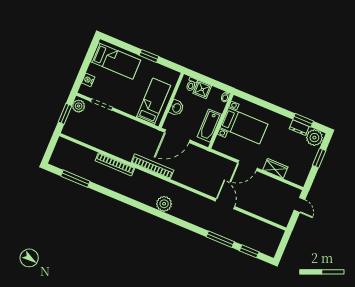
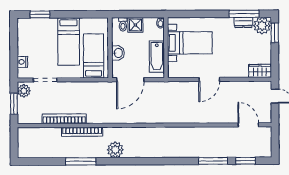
window: (149, 56) -> (40, 14), moved
bed: (116, 61) -> (69, 42), moved, turned 90
window: (303, 120) -> (244, 14), width x1.44
window: (319, 158) -> (275, 33), moved
bookcase: (152, 166) -> (64, 119), moved
wardrobe: (275, 168) -> (260, 71), moved
window: (75, 179) -> (81, 161), moved
plant: (164, 204) -> (115, 150), moved
door: (225, 204) -> (248, 125), moved

